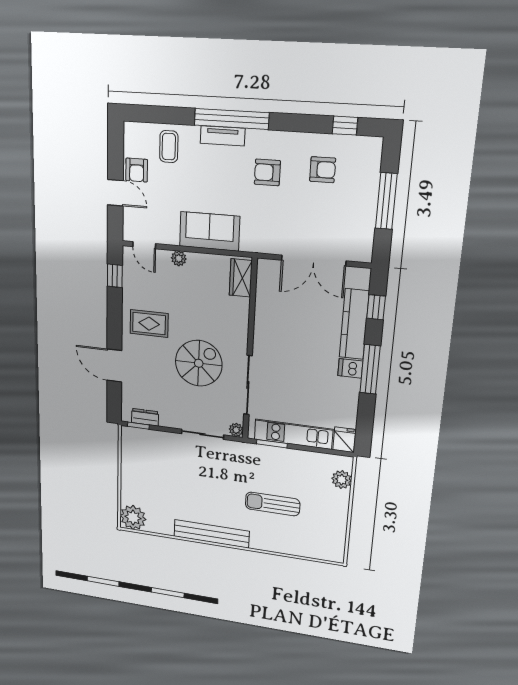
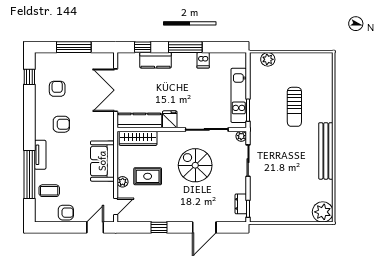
window: (232, 119) -> (29, 175), moved
armchair: (267, 172) -> (61, 124), turned -90
door: (115, 193) -> (95, 227), moved
double door: (314, 261) -> (116, 90), swing flipped
window: (115, 276) -> (159, 227), moved
wardrobe: (241, 278) -> (138, 138), width x1.50
kitchen counter: (266, 291) -> (139, 121), added
rug: (149, 324) -> (148, 176), moved, turned 90
kitchen counter: (354, 324) -> (156, 60), width x0.67
dishwasher: (350, 368) -> (203, 60), moved
fridge: (344, 440) -> (170, 119), moved, turned 90

